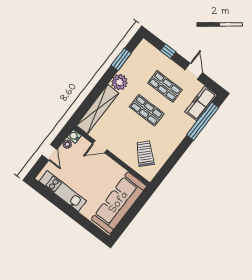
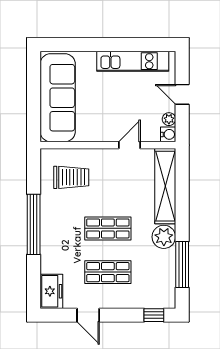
window: (168, 51) -> (154, 315), moved
window: (121, 59) -> (182, 264), width x1.44
freezer: (201, 103) -> (51, 291), width x0.71
window: (203, 121) -> (34, 224), moved
trolley: (145, 154) -> (71, 177), turned -44

